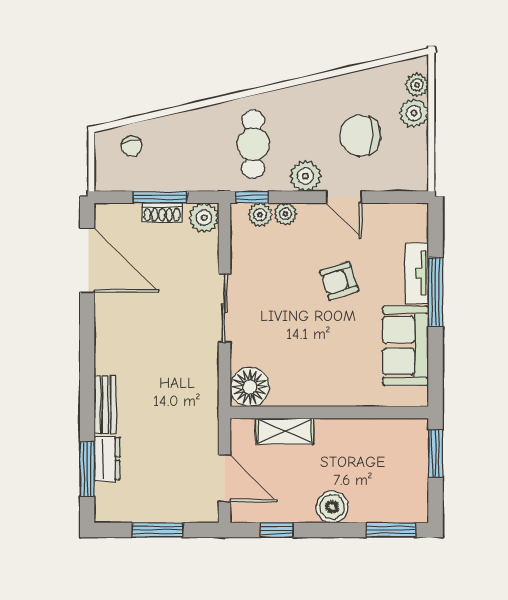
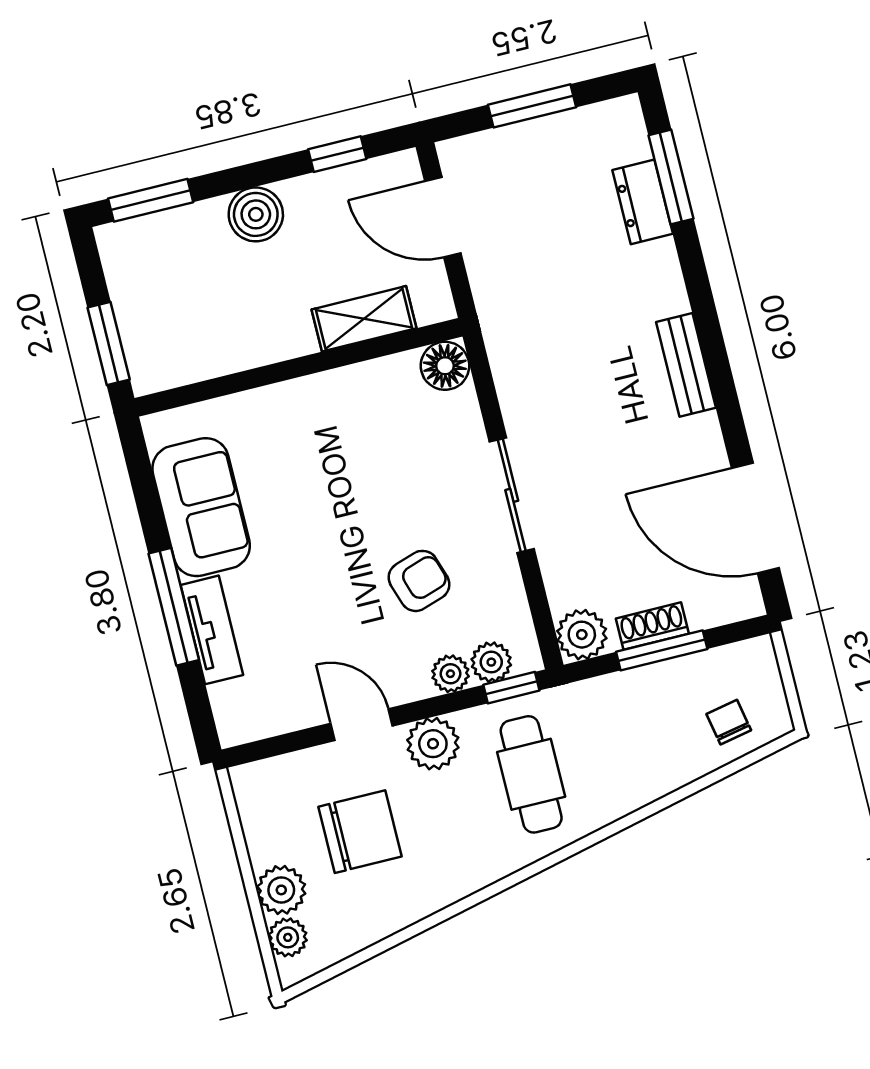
armchair: (339, 281) -> (419, 581), moved
floor lamp: (250, 387) -> (445, 366), width x0.73, depth x0.73
bench: (105, 405) -> (686, 365), moved

